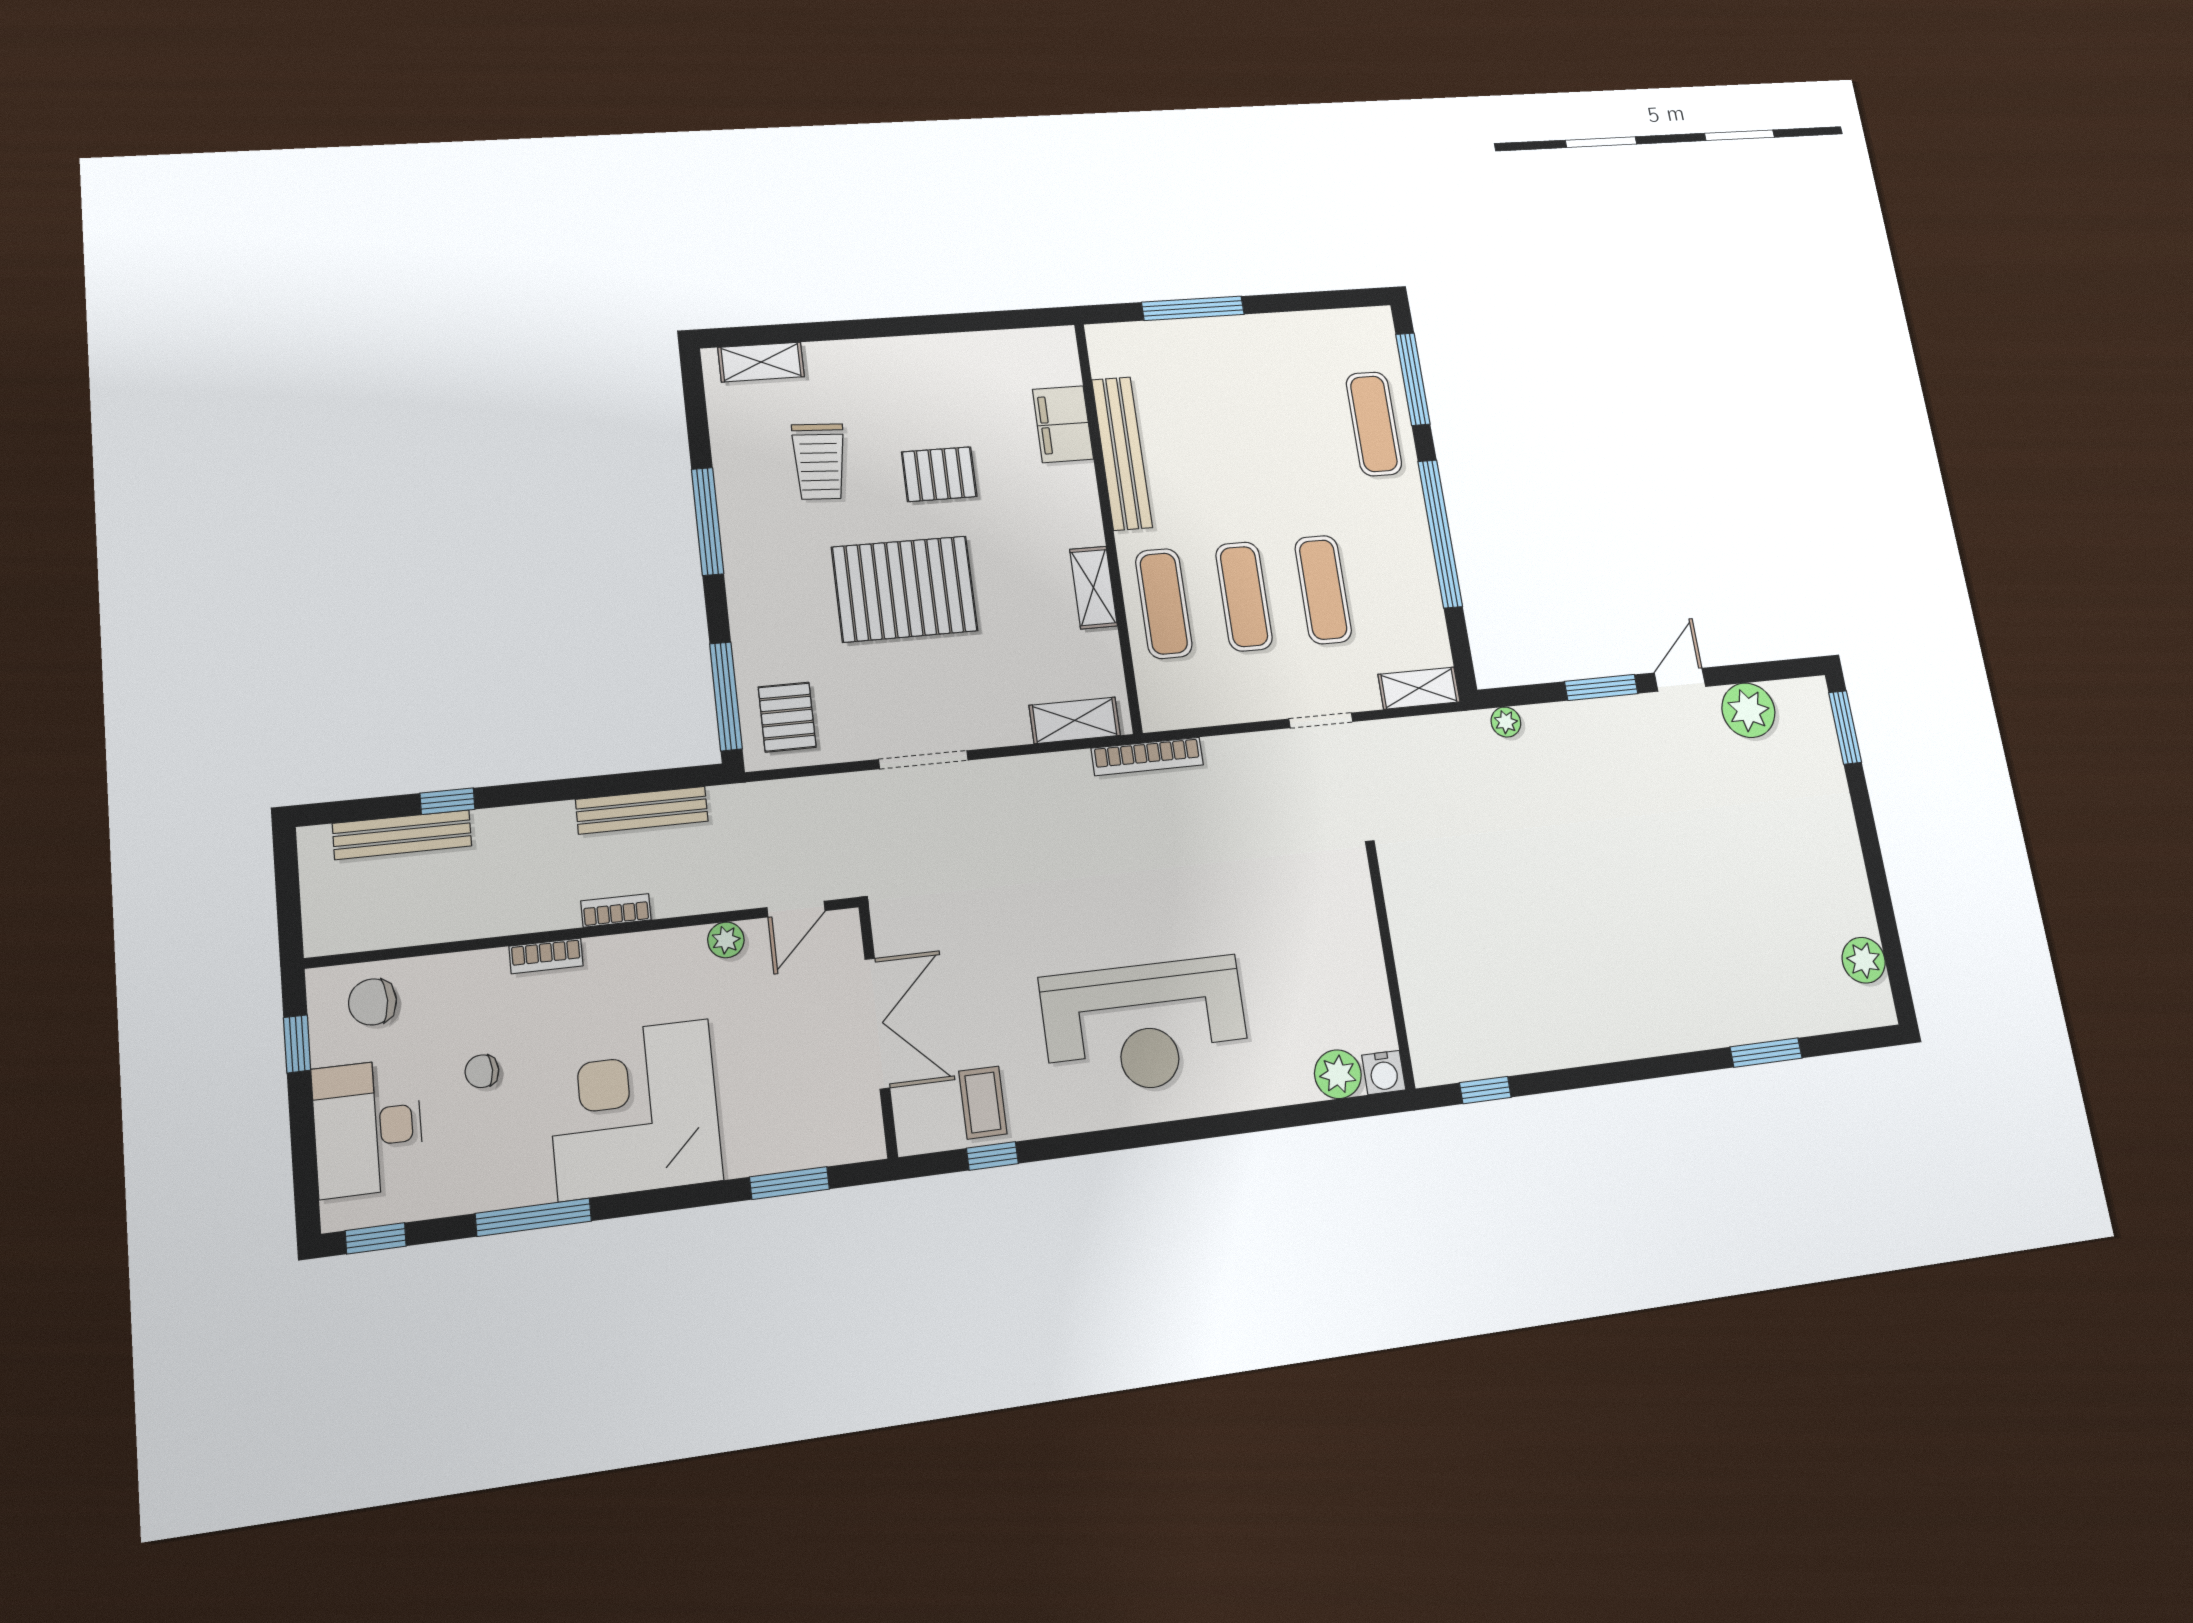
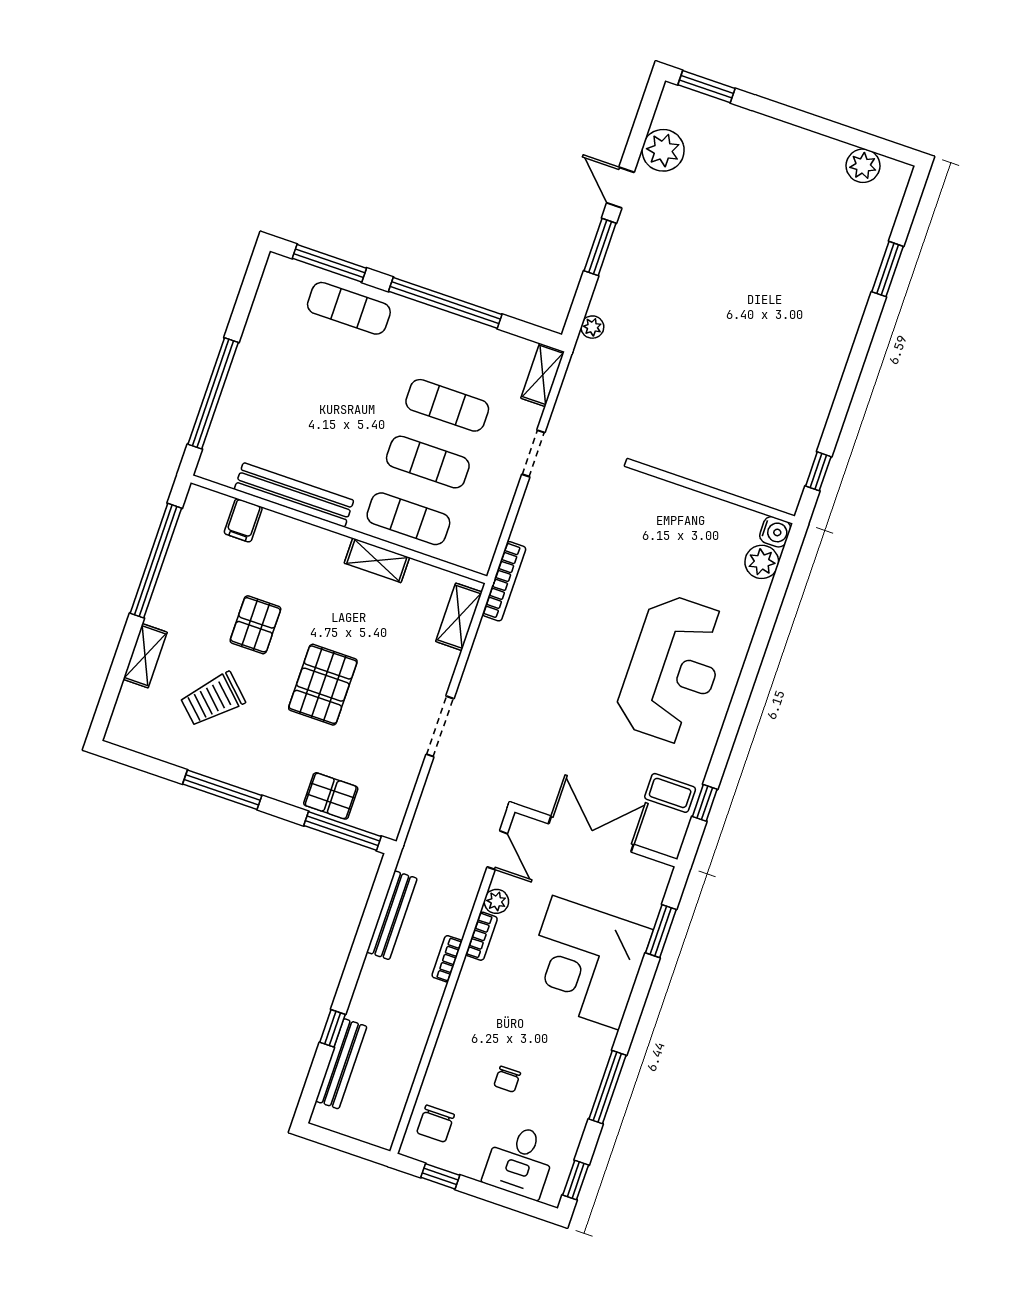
window: (1193, 308) -> (213, 393), width x1.46
window: (959, 323) -> (156, 561), added
shelving: (761, 362) -> (145, 656), moved
filing cabinet: (1063, 424) -> (243, 520), width x0.50
trolley: (819, 461) -> (213, 699), turned 131
pallet: (905, 589) -> (323, 685), width x0.73, depth x0.71
pallet: (787, 717) -> (331, 796), moved
bookcase: (546, 956) -> (482, 936), moved
corner desk: (634, 1109) -> (586, 963), moved
desk: (368, 1128) -> (520, 1161), width x0.73

